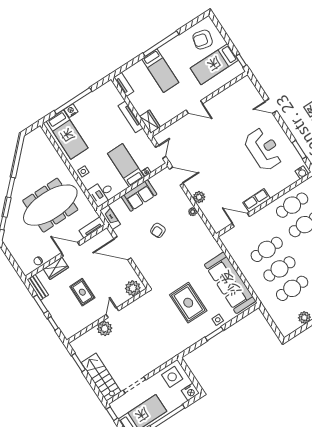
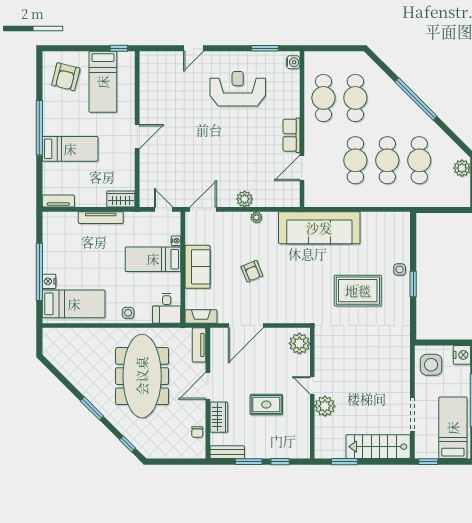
sofa: (230, 283) -> (319, 228), moved

